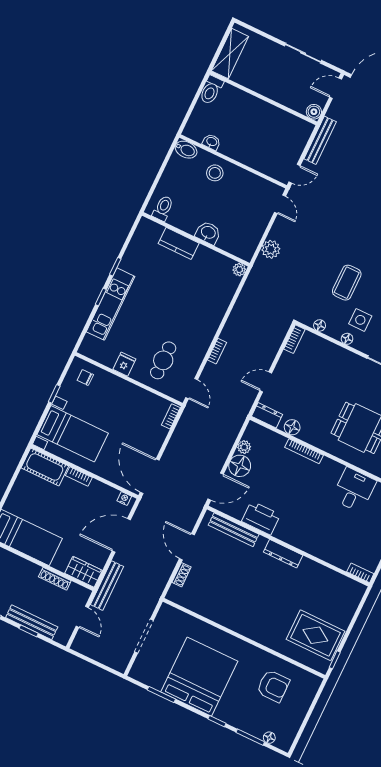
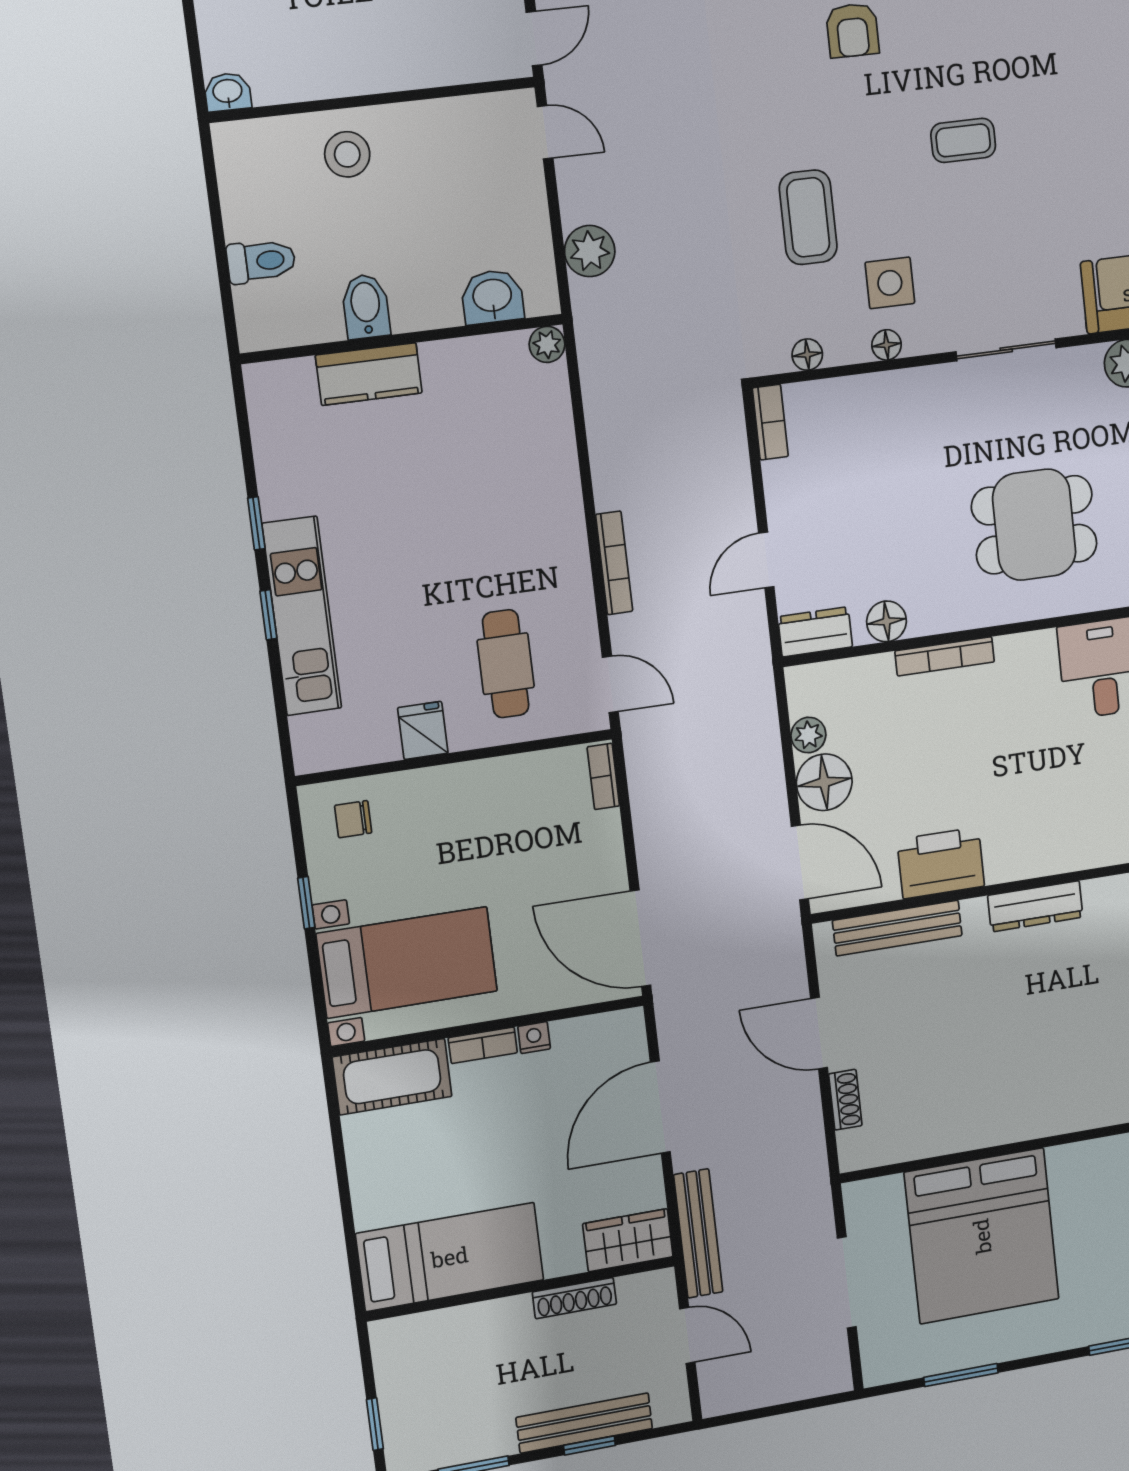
washbasin: (212, 142) -> (228, 92), moved
bidet: (186, 150) -> (366, 306), moved, turned -90
toilet: (163, 208) -> (261, 261), moved, turned 90
washbasin: (208, 233) -> (492, 297), moved
bookcase: (217, 351) -> (614, 563), width x1.56
door: (216, 487) -> (800, 863), hinge flipped
nightstand: (124, 499) -> (534, 1038), moved
bed: (199, 677) -> (982, 1236), moved, turned 180

